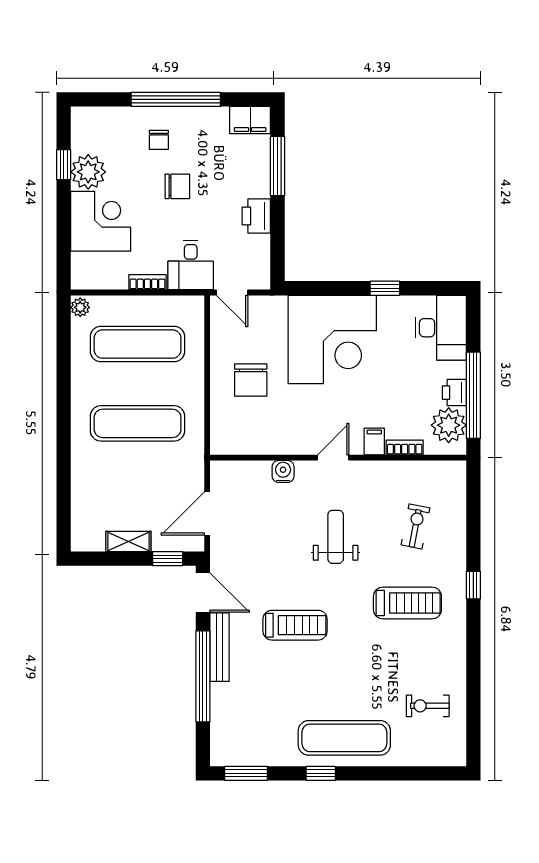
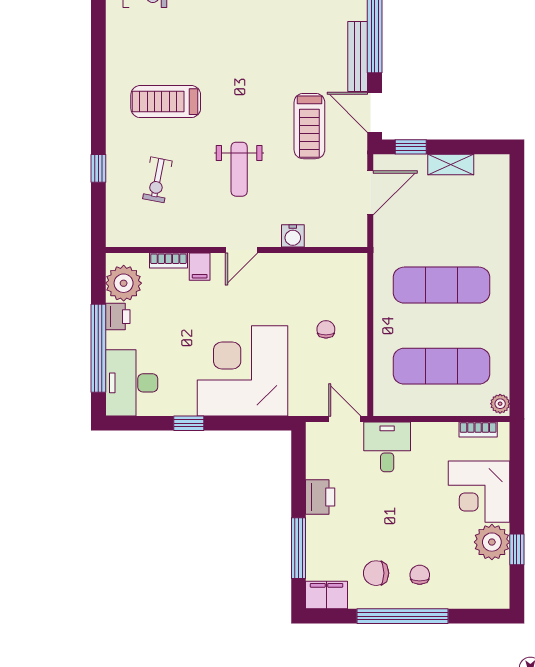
chair: (177, 186) -> (376, 573), moved
bookcase: (147, 282) -> (478, 429), moved
chair: (251, 380) -> (326, 329), width x0.54, depth x0.54
window: (473, 395) -> (98, 348), moved
window: (473, 585) -> (98, 168), moved
treadmill: (295, 625) -> (309, 126), moved, turned -90

